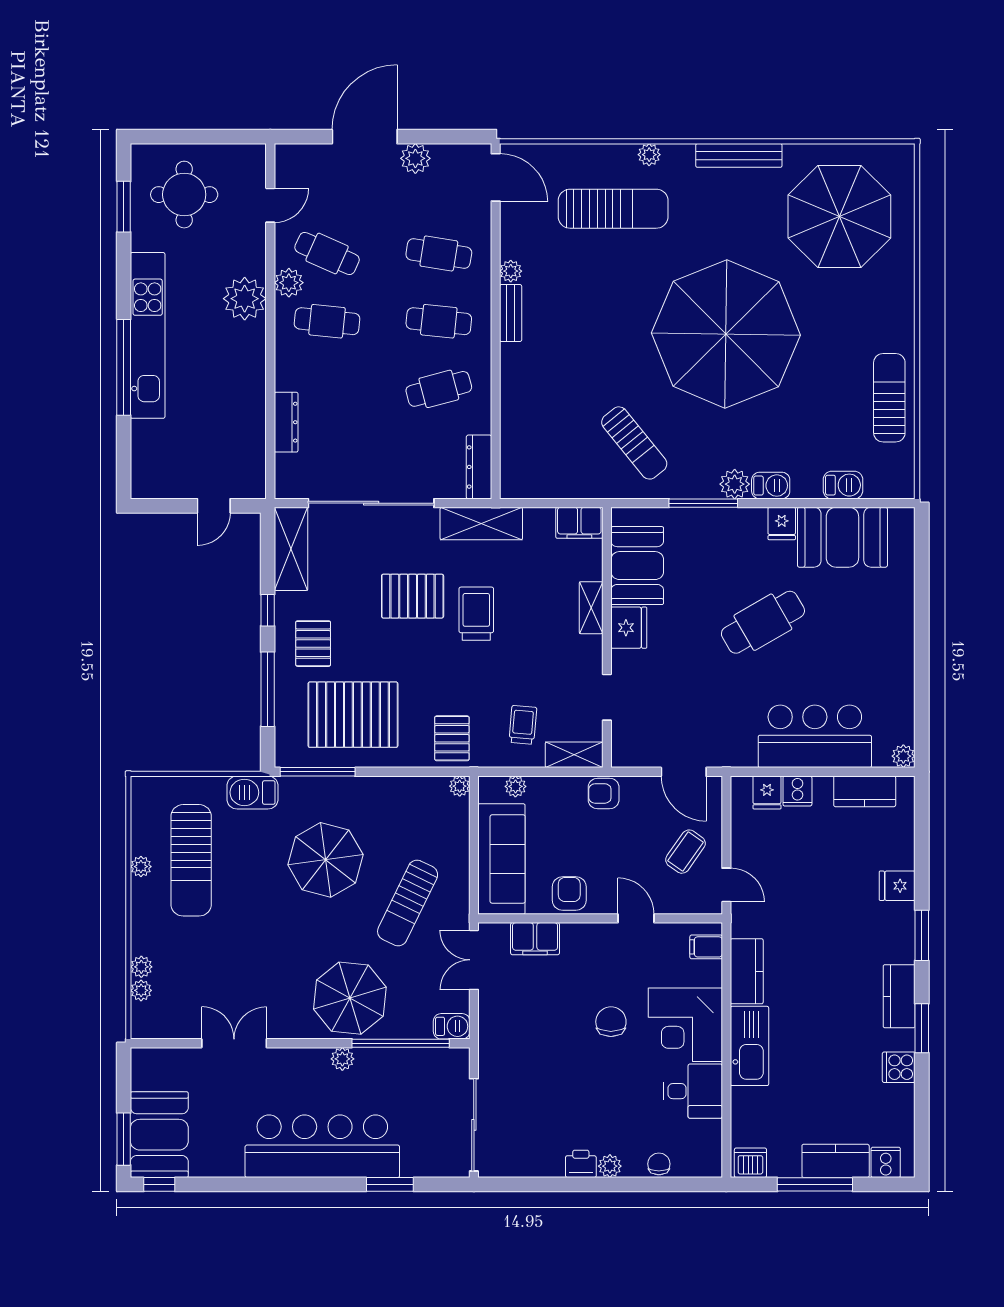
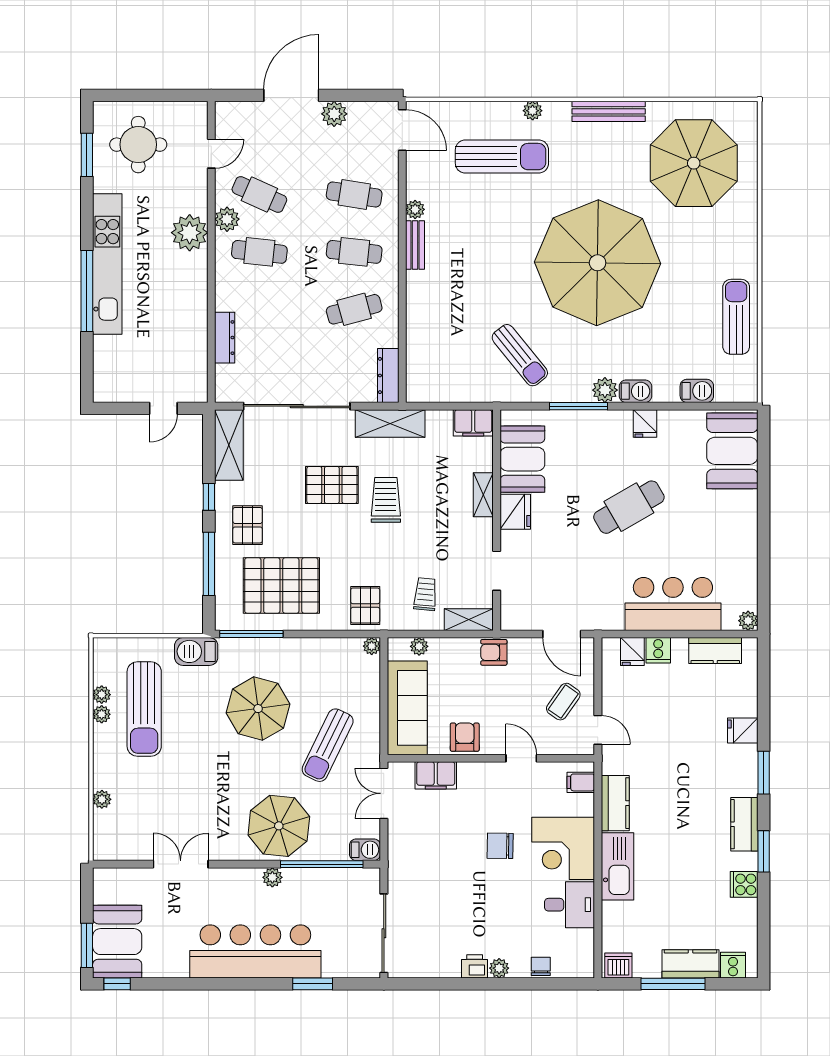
booth: (842, 537) -> (732, 451), moved, turned 90
plant: (141, 990) -> (102, 695), moved
chair: (611, 1022) -> (500, 846), turned -89

